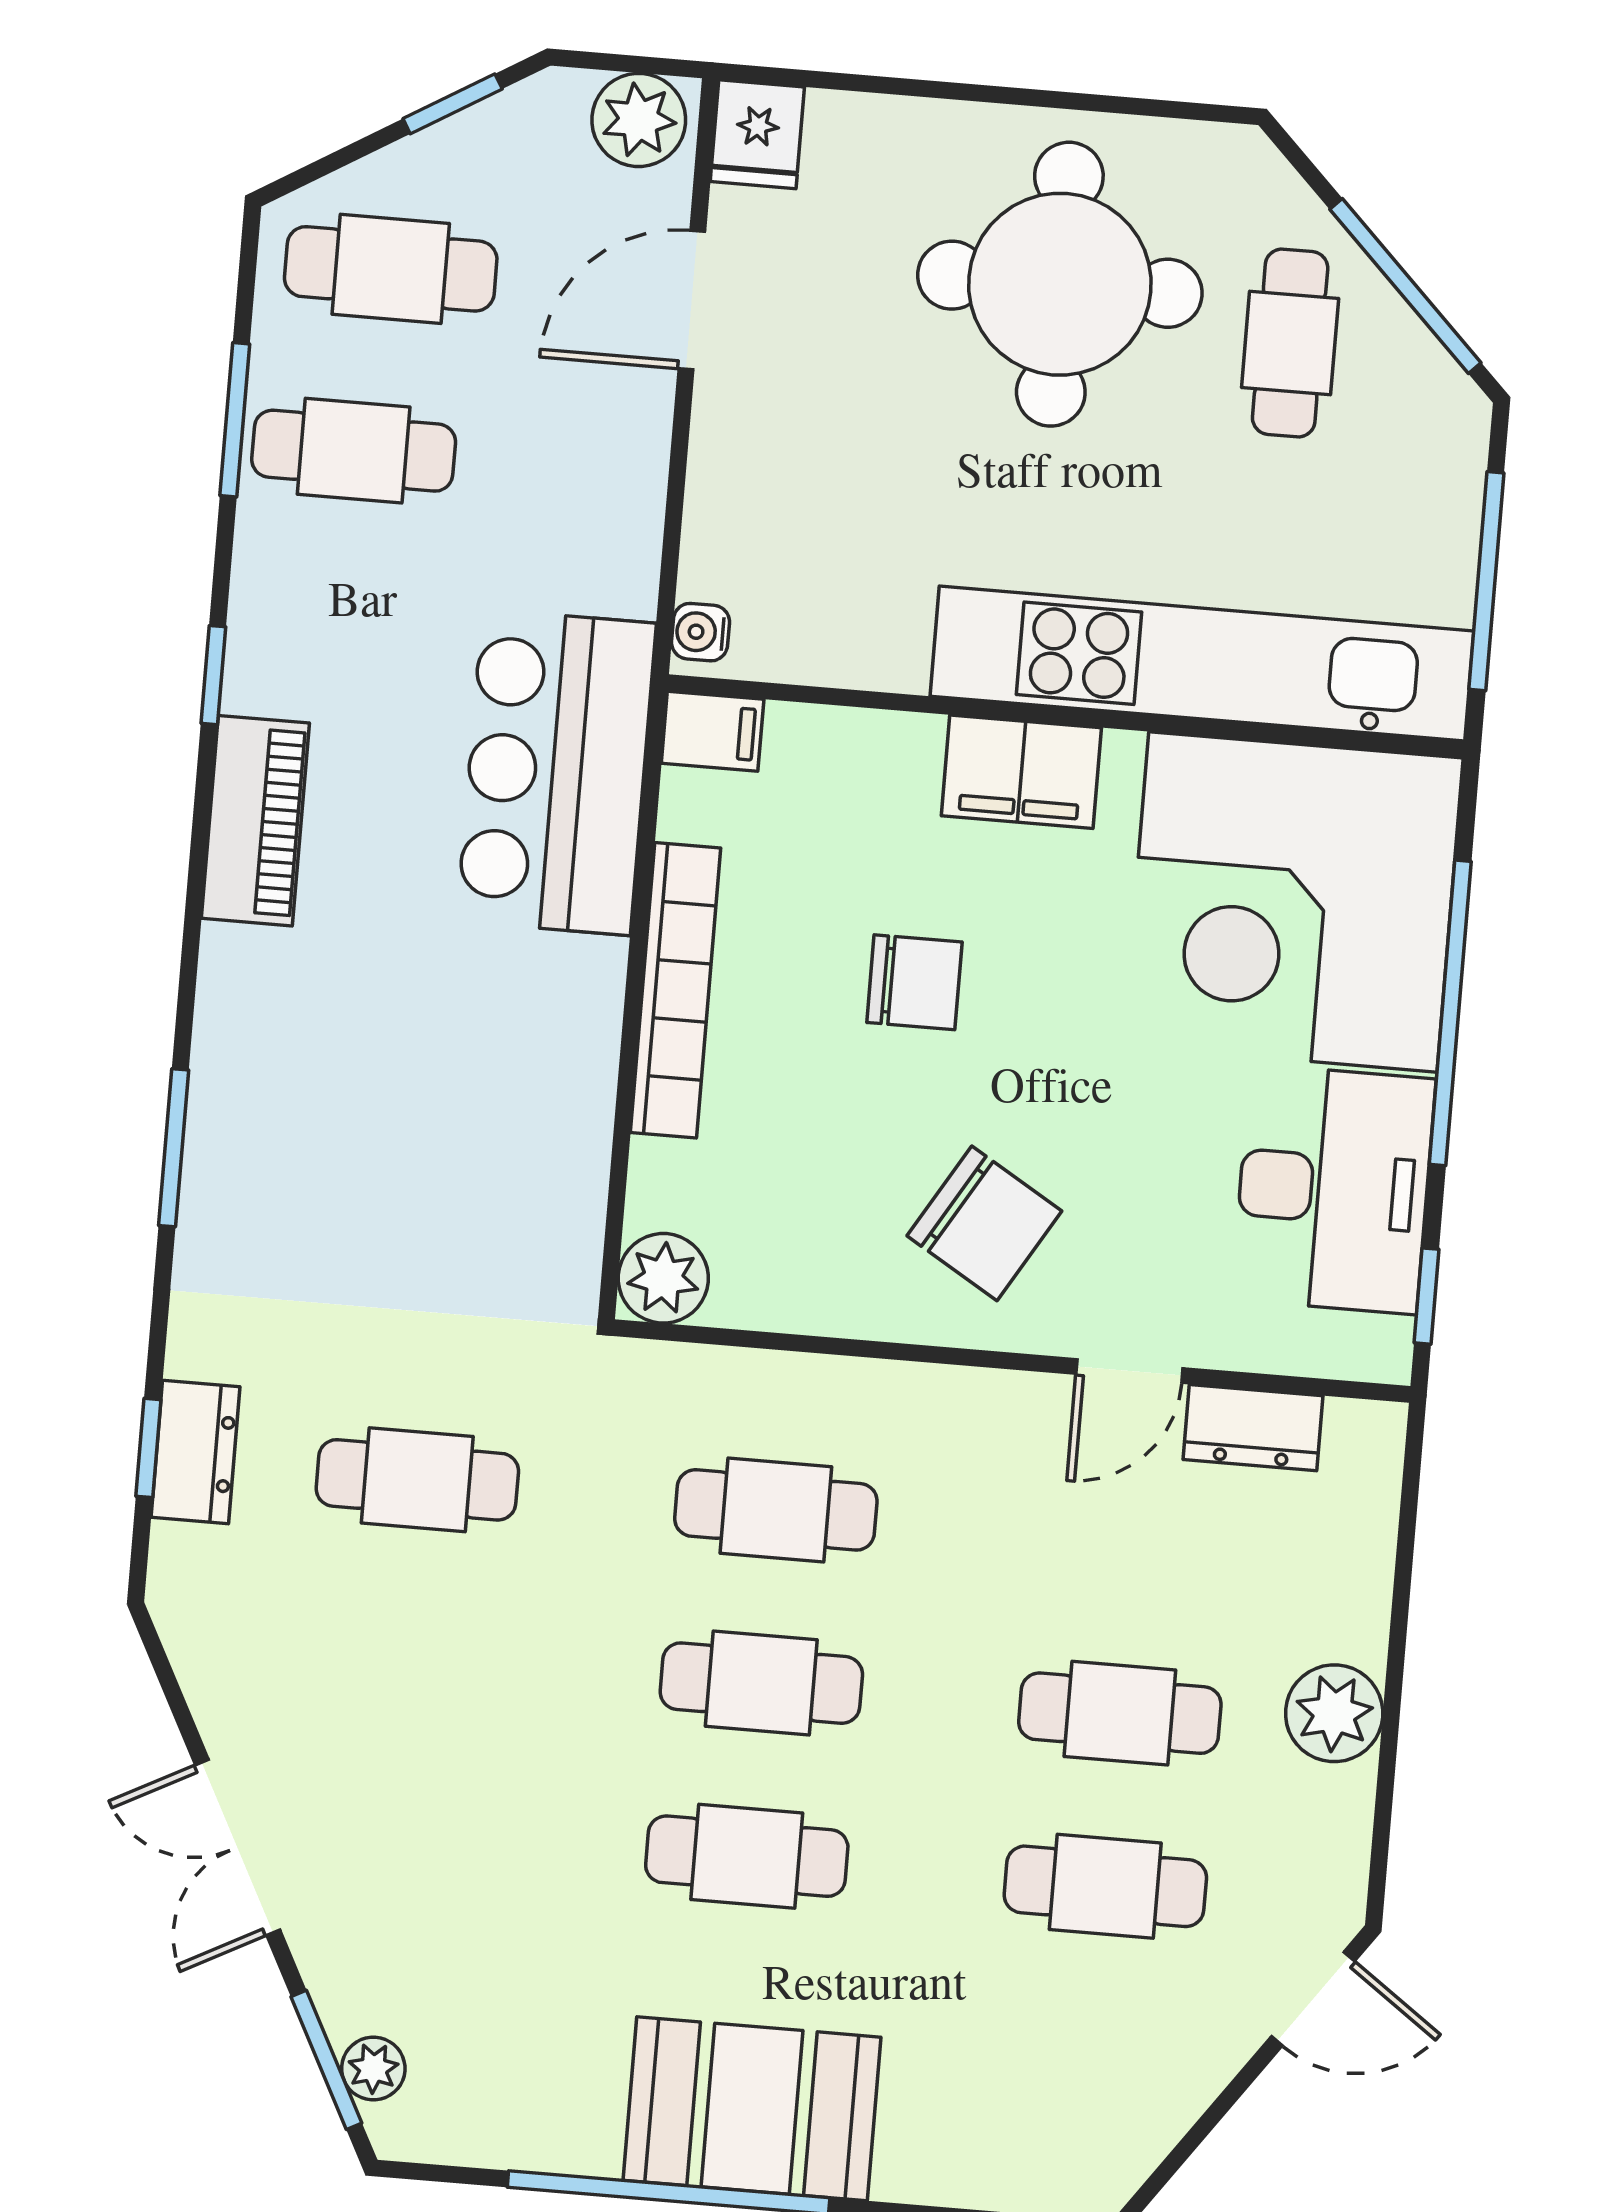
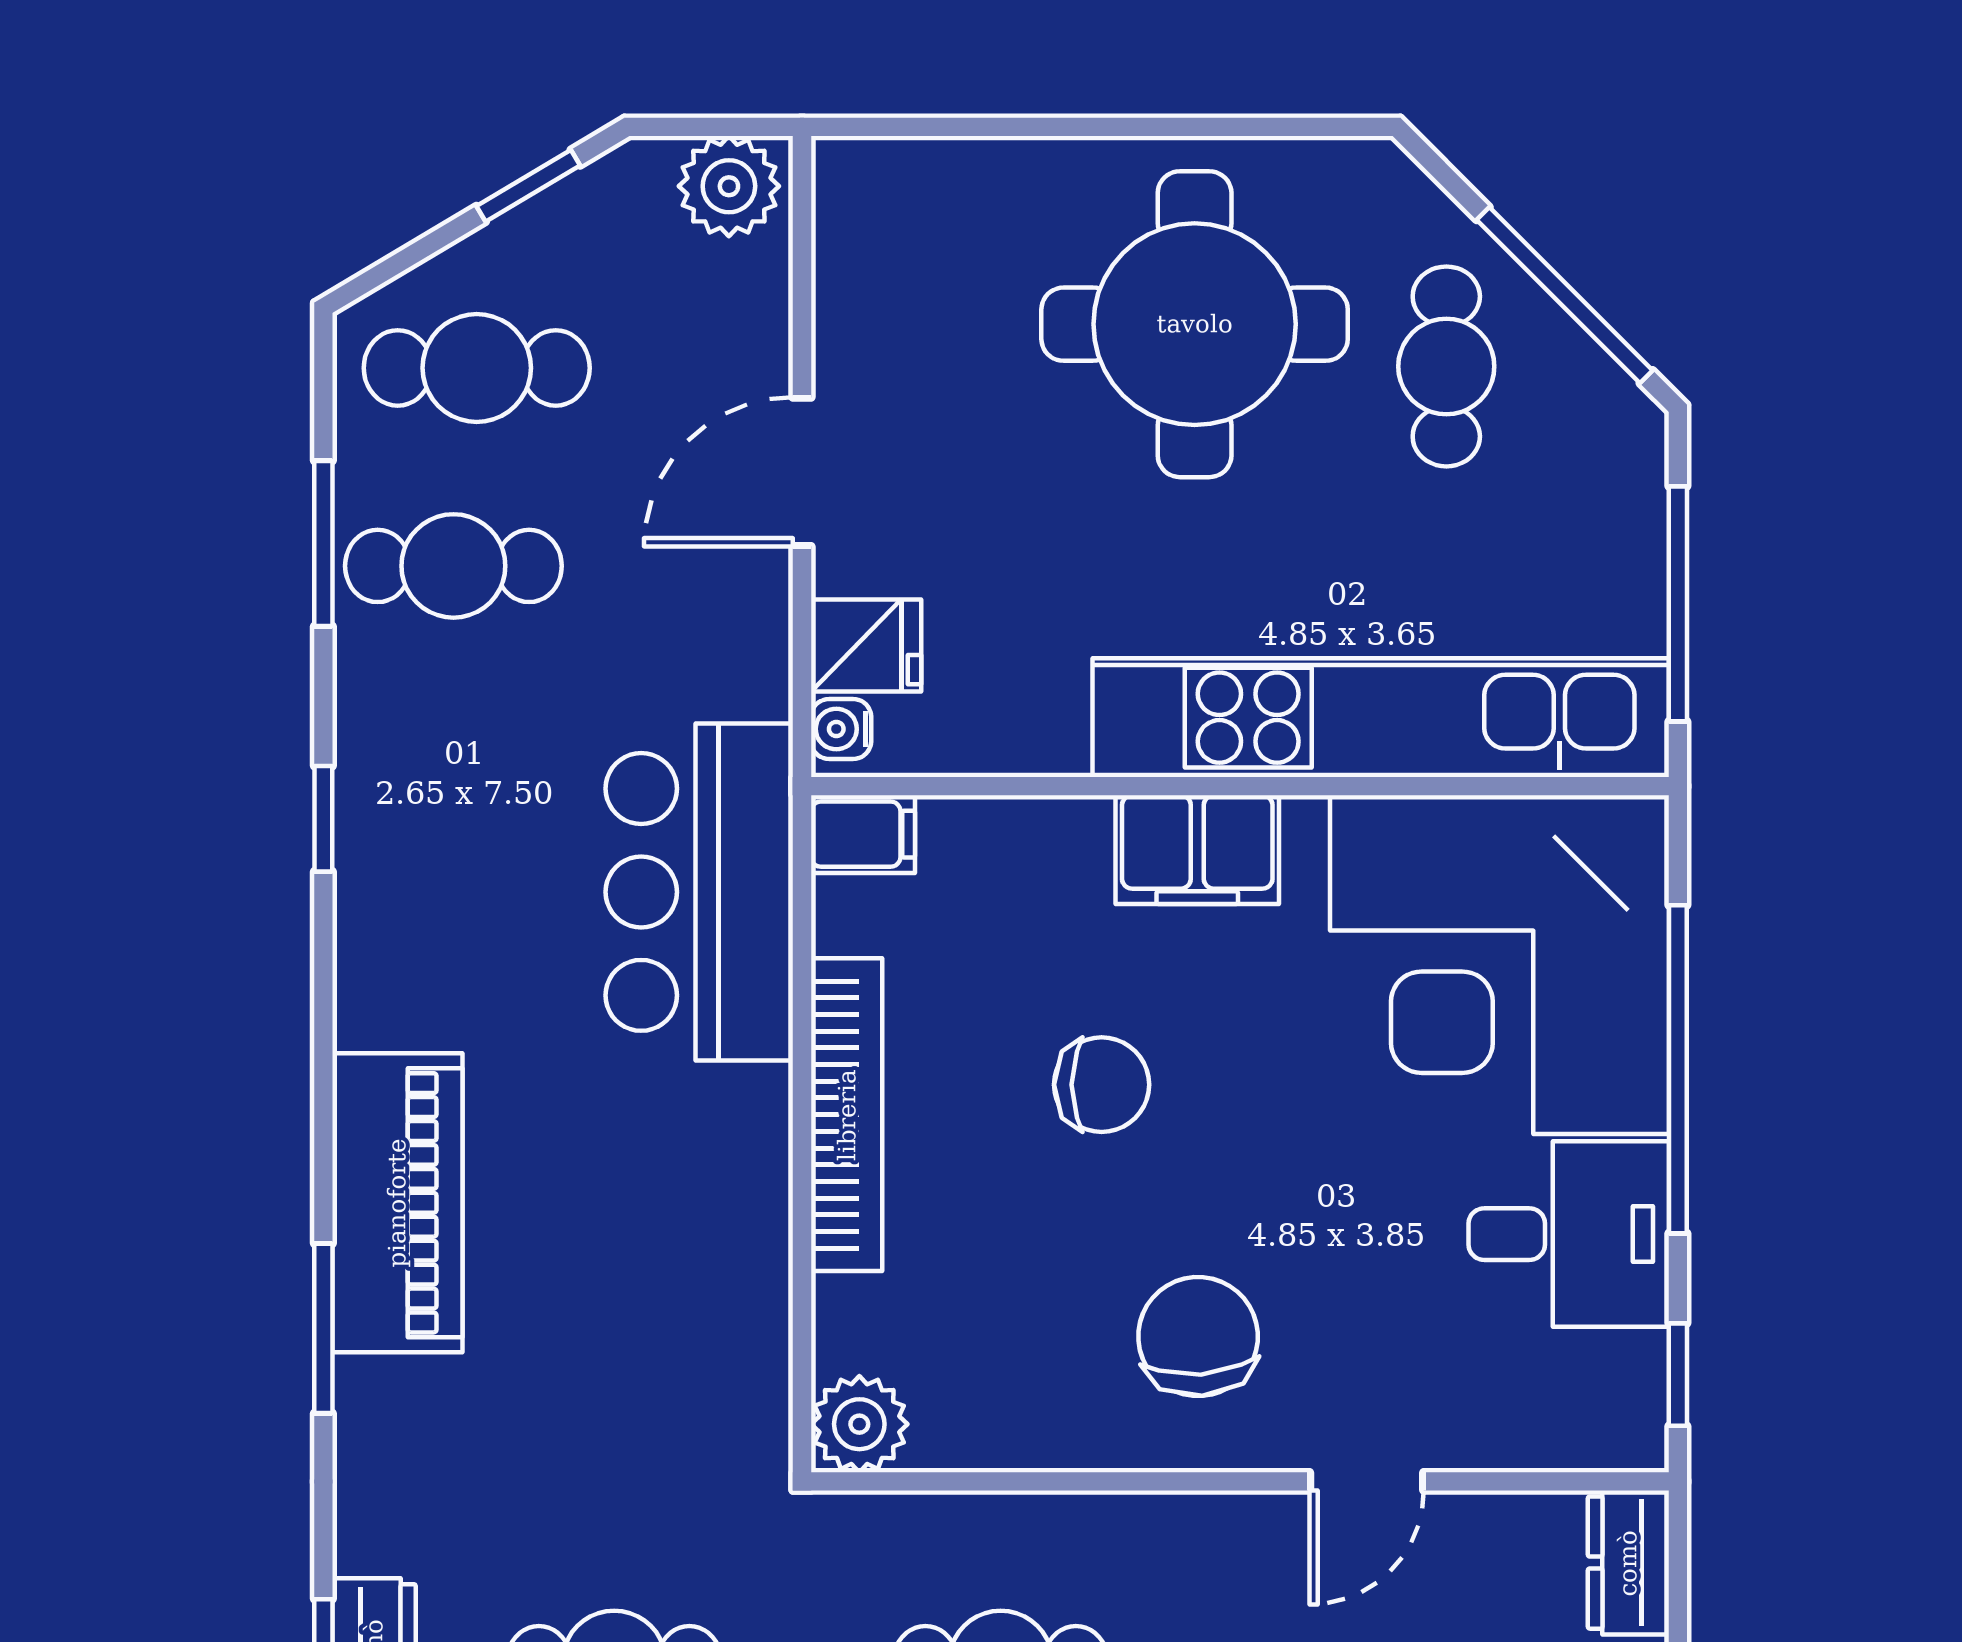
fridge: (757, 134) -> (866, 646), moved, turned -90
door: (692, 300) -> (802, 472), moved
piano: (255, 821) -> (397, 1203), moved, width x1.37, depth x1.33
desk: (1333, 1189) -> (1569, 1234), width x0.73
chair: (984, 1223) -> (1198, 1336), turned -125
dresser: (1253, 1428) -> (1628, 1563), moved, turned 90

